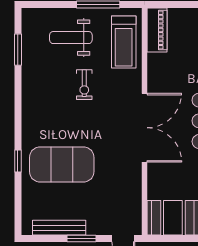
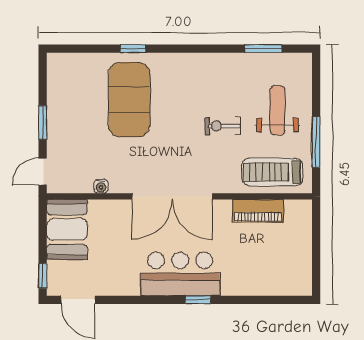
piano: (157, 30) -> (258, 211), moved
water cooler: (136, 189) -> (101, 186), added
bench: (59, 228) -> (55, 97), removed

